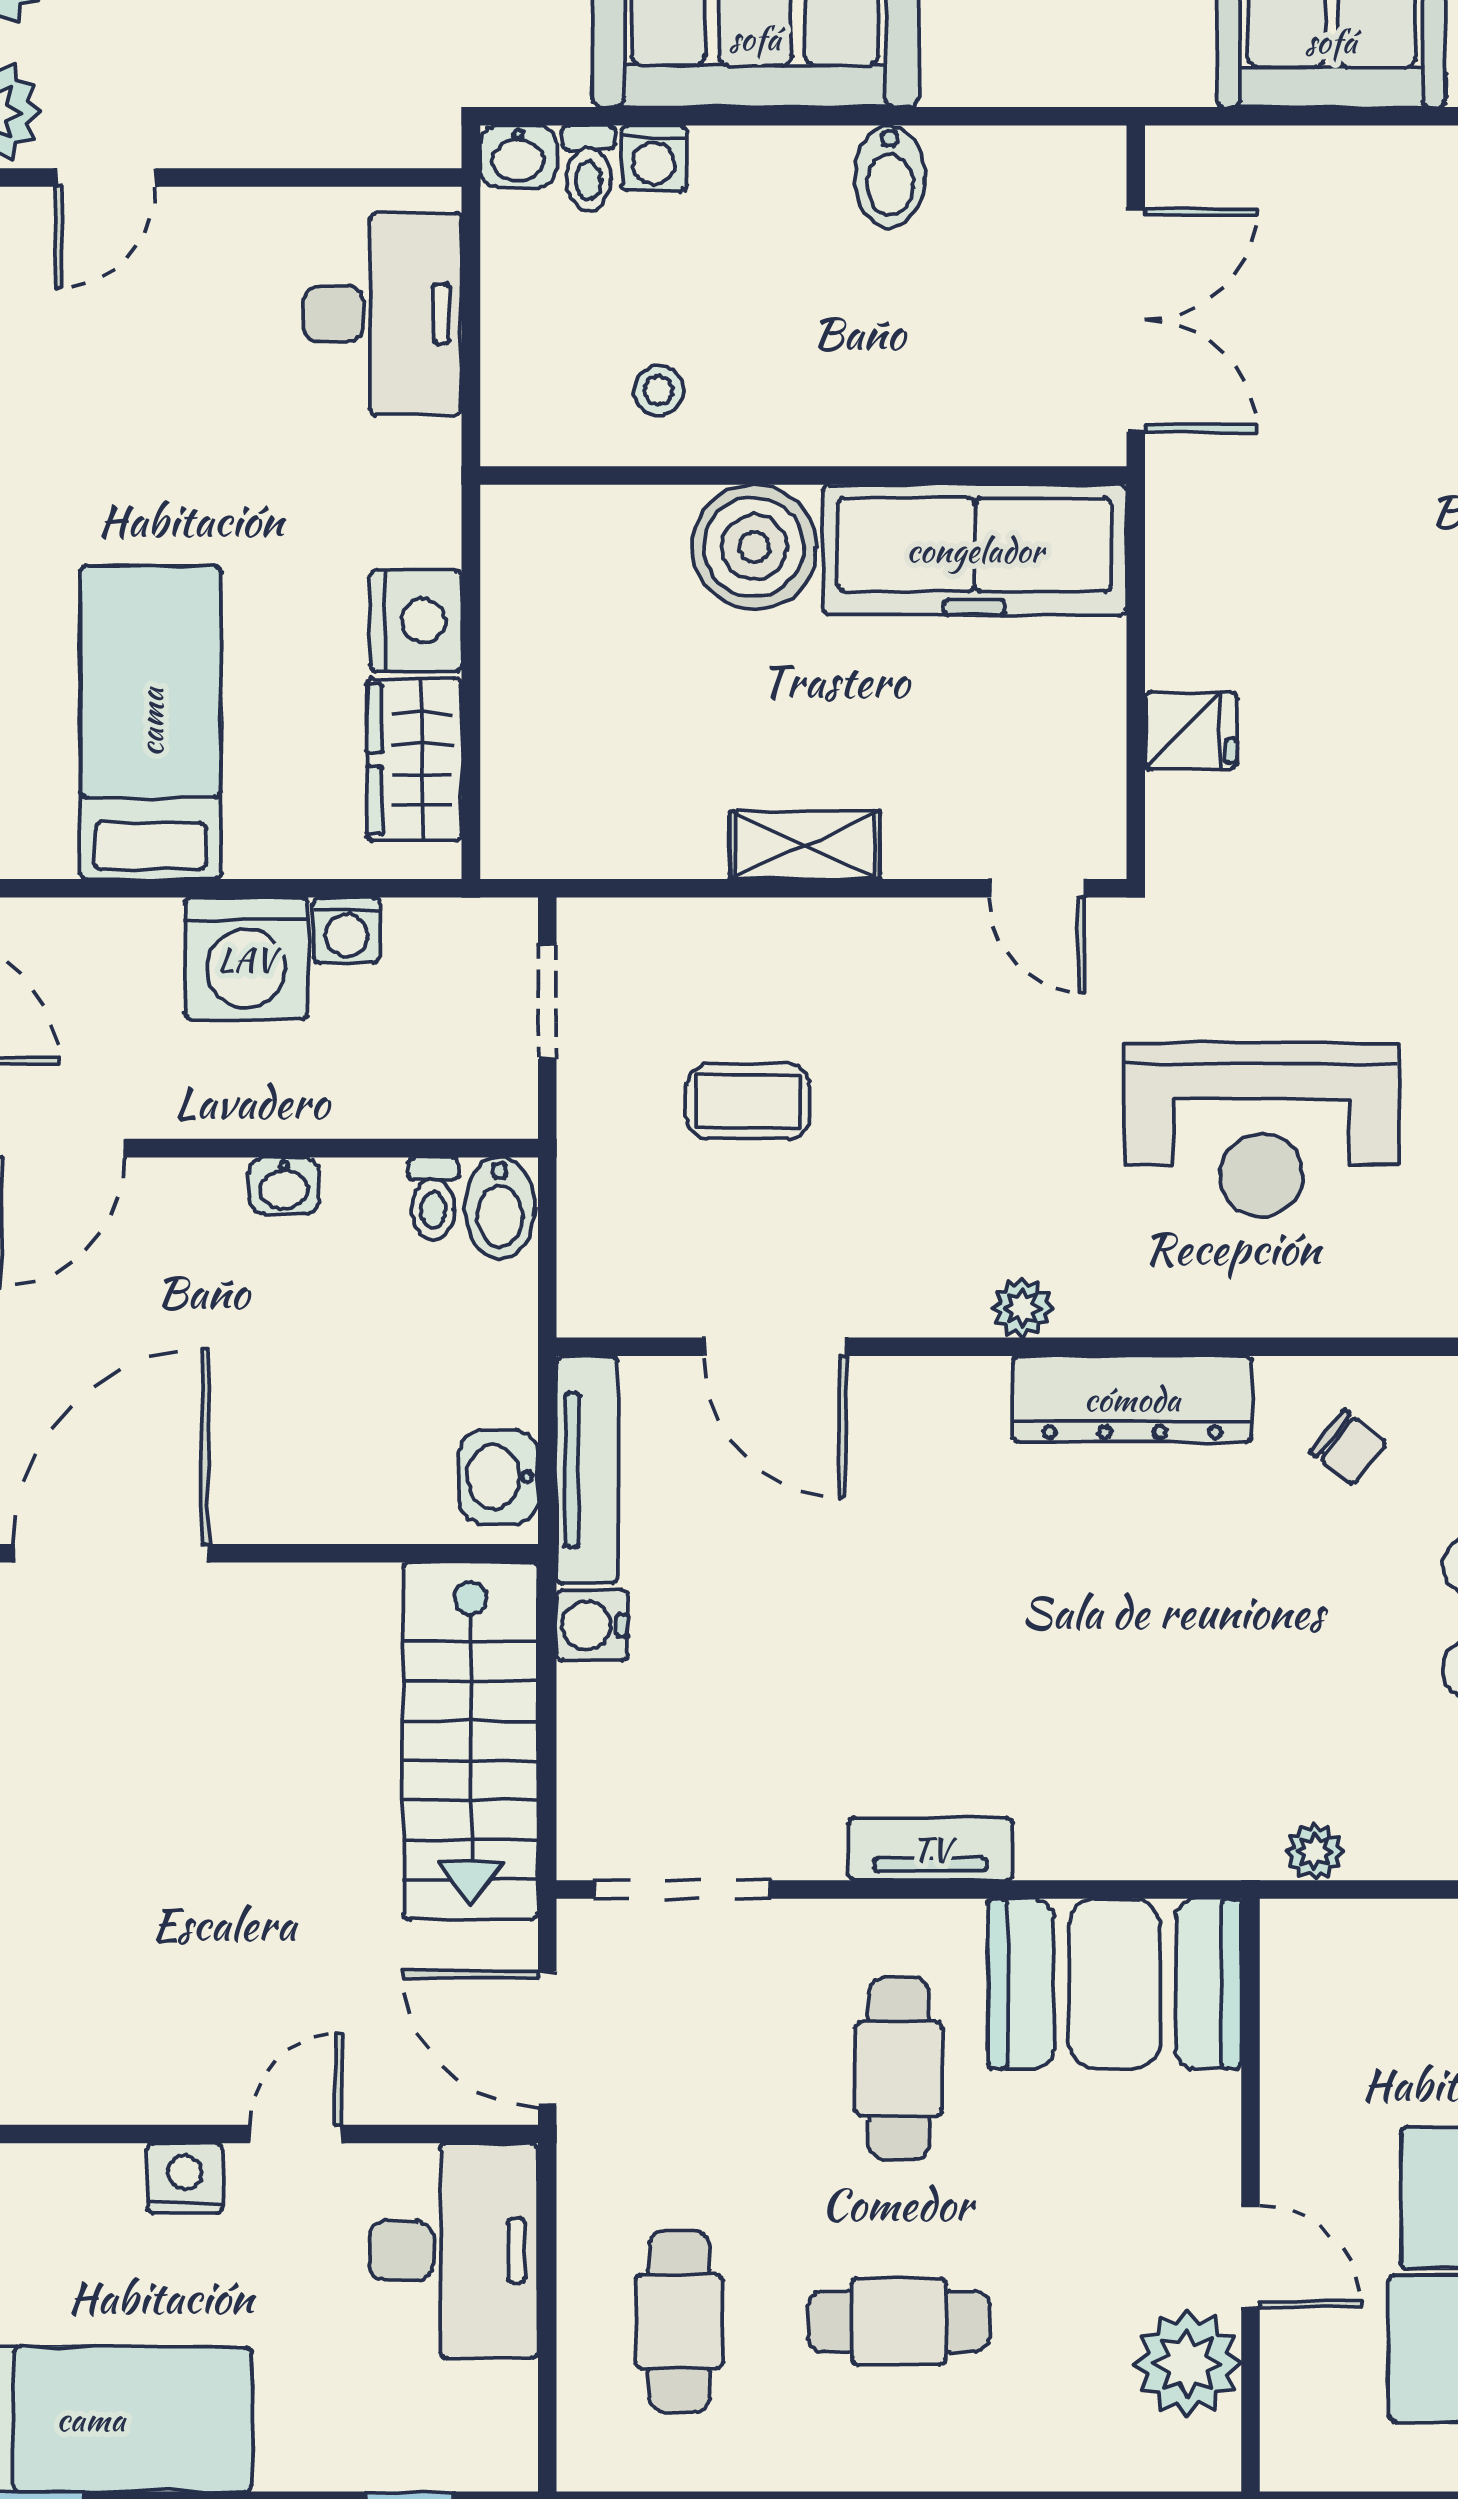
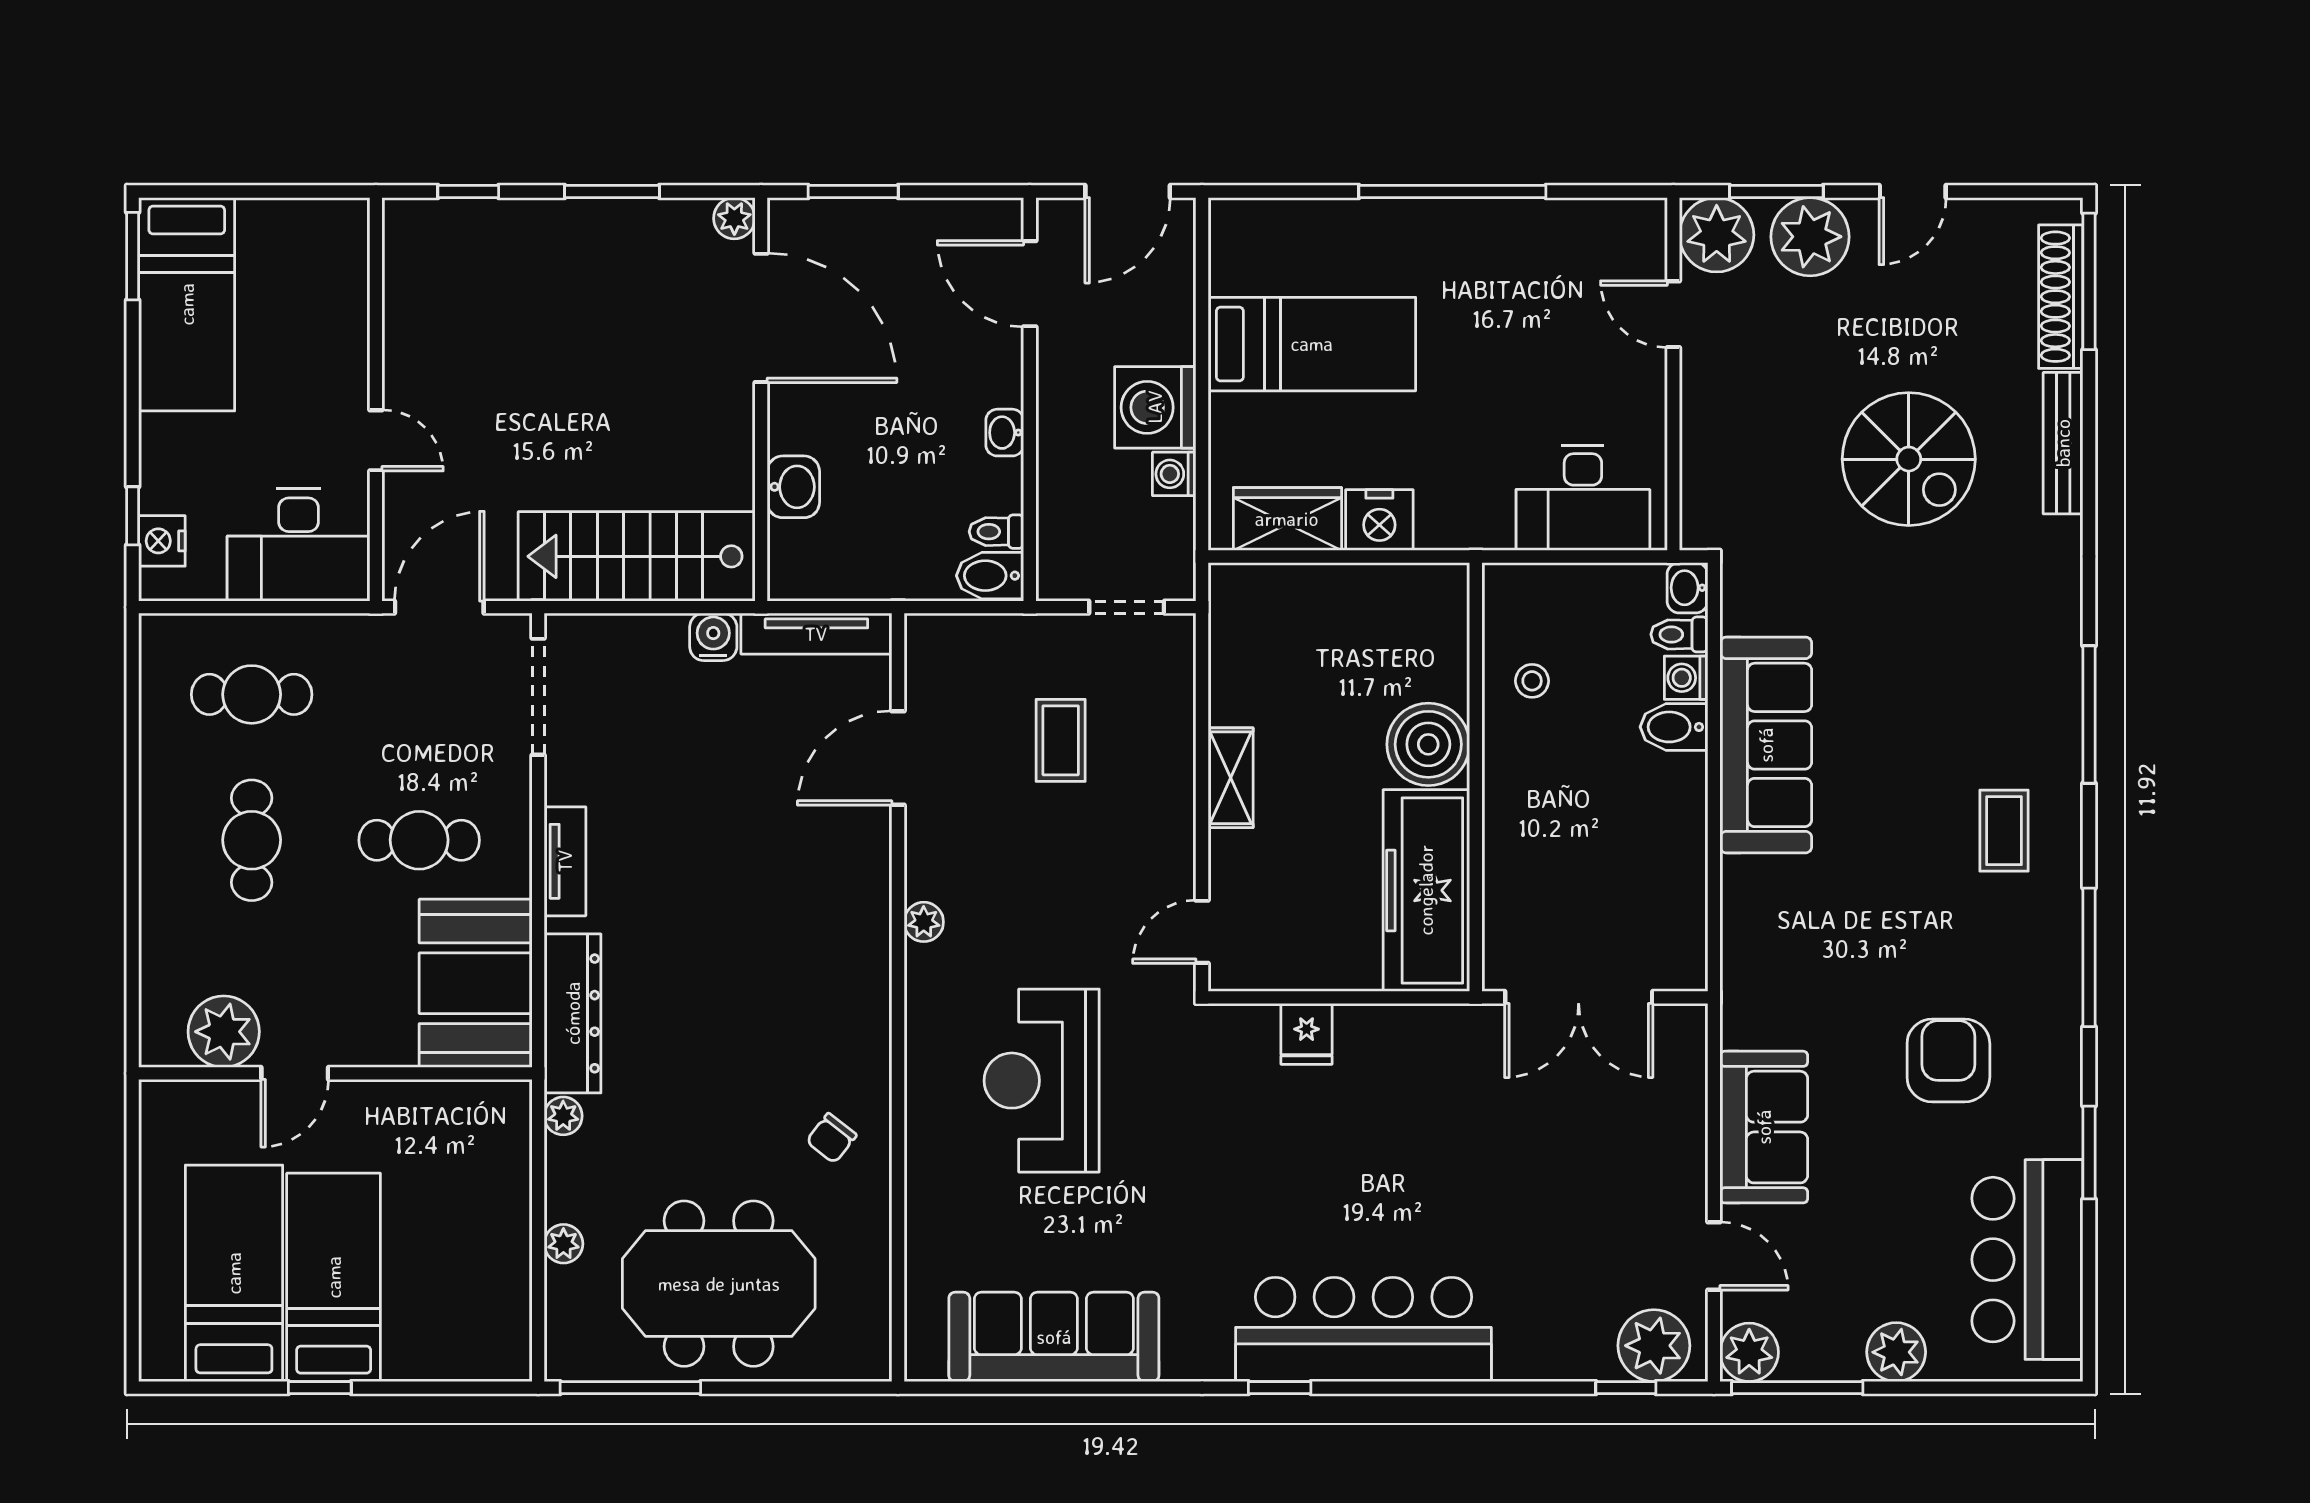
bidet: (890, 177) -> (1674, 727), moved
dresser: (1132, 1399) -> (573, 1013), moved, turned 180
washbasin: (499, 1477) -> (793, 487), moved, turned 90
nightstand: (185, 2178) -> (162, 541), moved, turned 180

